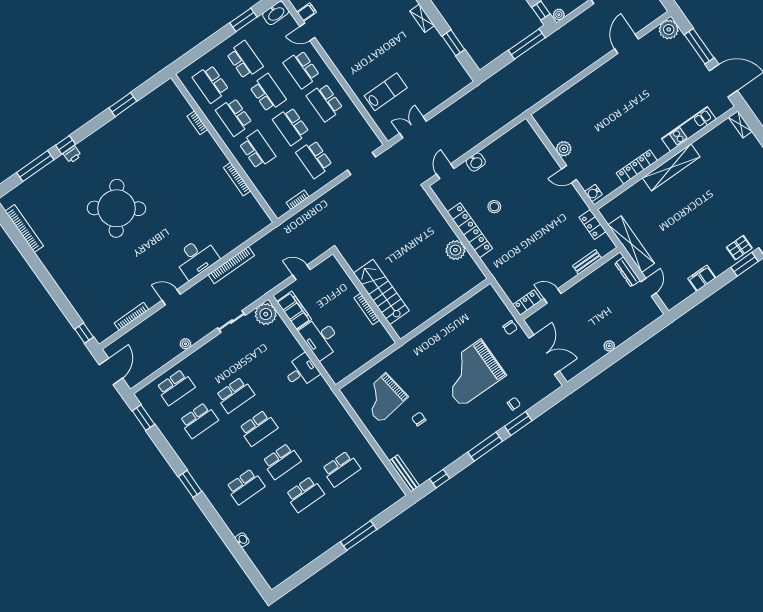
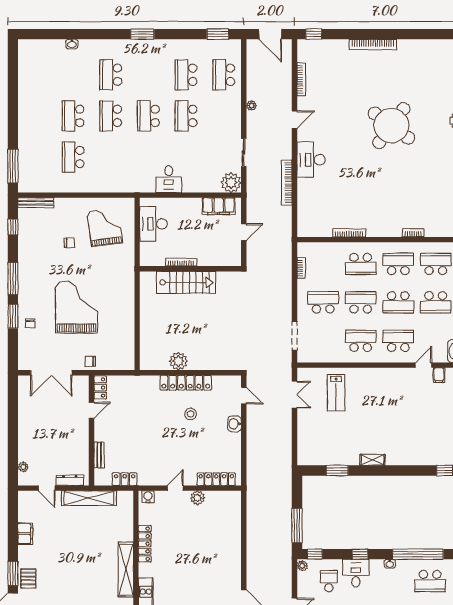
locker: (536, 144) -> (216, 479), added
bookcase: (24, 229) -> (373, 45), moved
desk: (320, 338) -> (154, 224), moved, turned -90
plant: (609, 346) -> (23, 467), moved
window: (359, 536) -> (13, 166), moved

